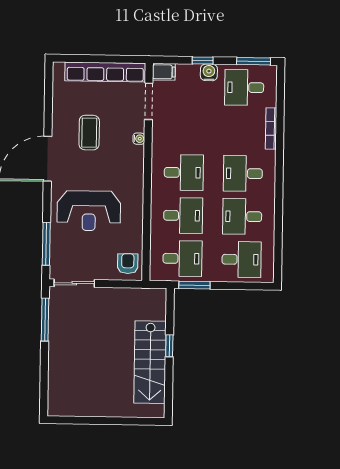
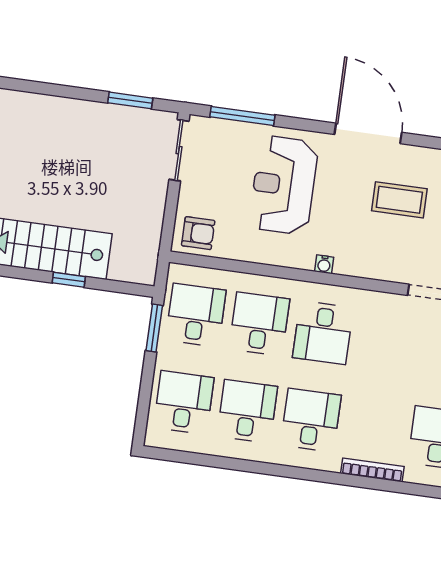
water cooler: (139, 139) -> (324, 264), moved
desk: (183, 216) -> (259, 324), turned 180
desk: (182, 259) -> (196, 315), turned 180
desk: (242, 259) -> (184, 402), turned 180
window: (45, 320) -> (130, 100), width x0.69

